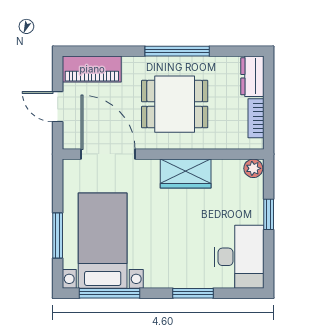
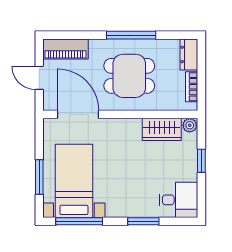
wardrobe: (186, 174) -> (162, 129), moved
desk: (239, 257) -> (179, 200), width x0.73

